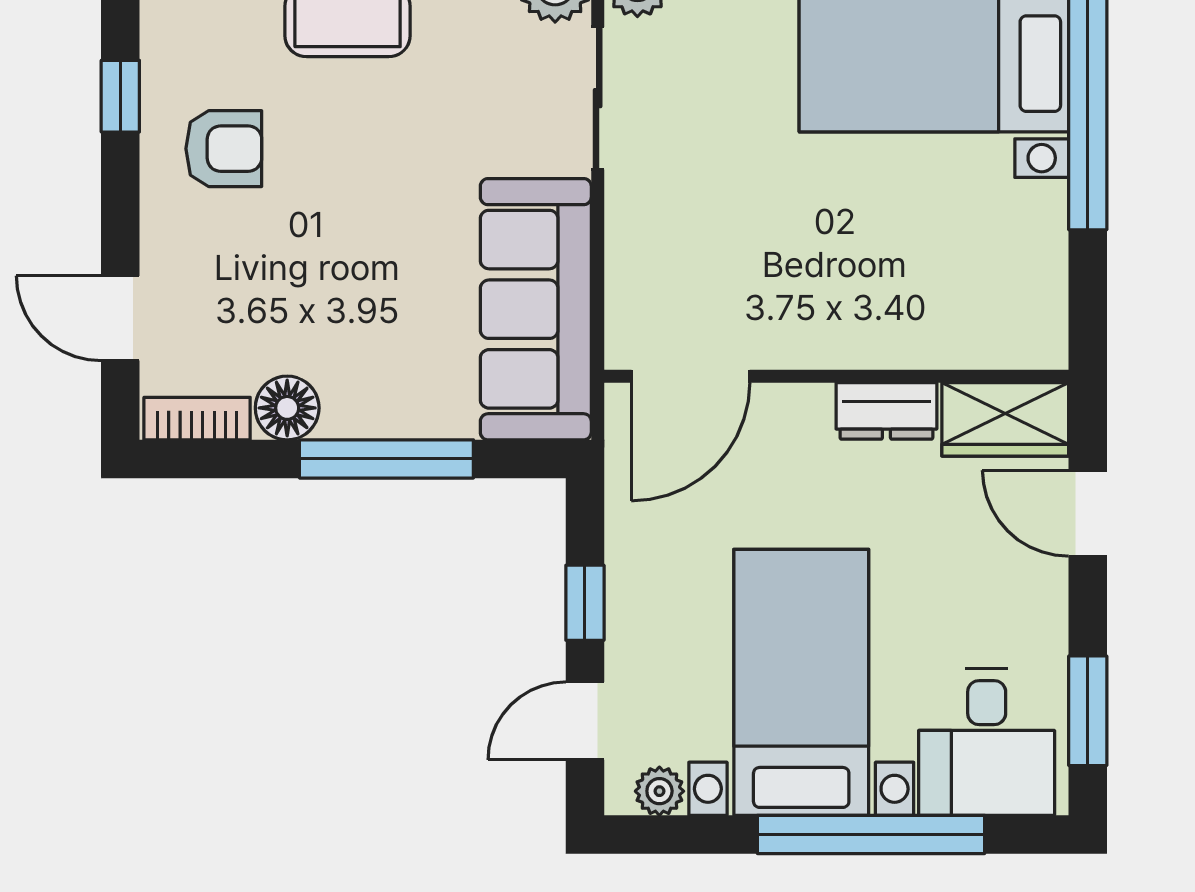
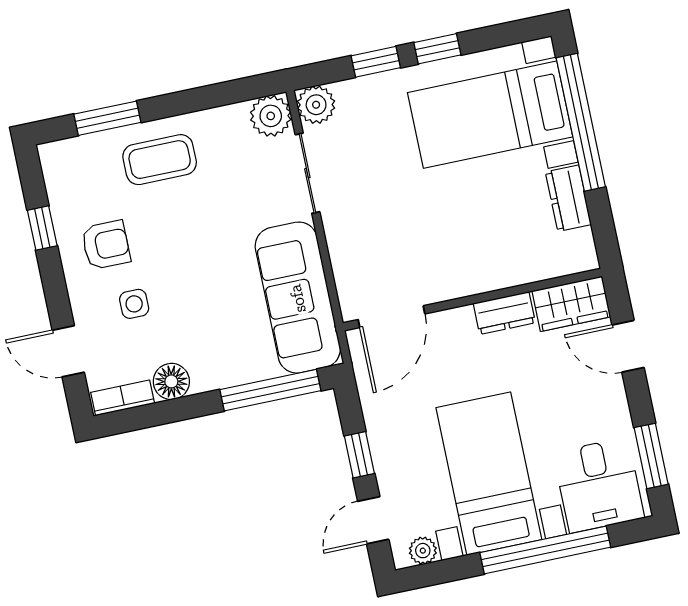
dresser: (1038, 236) -> (568, 198), added
side table: (251, 261) -> (134, 304), added
window: (386, 459) -> (270, 390), moved

